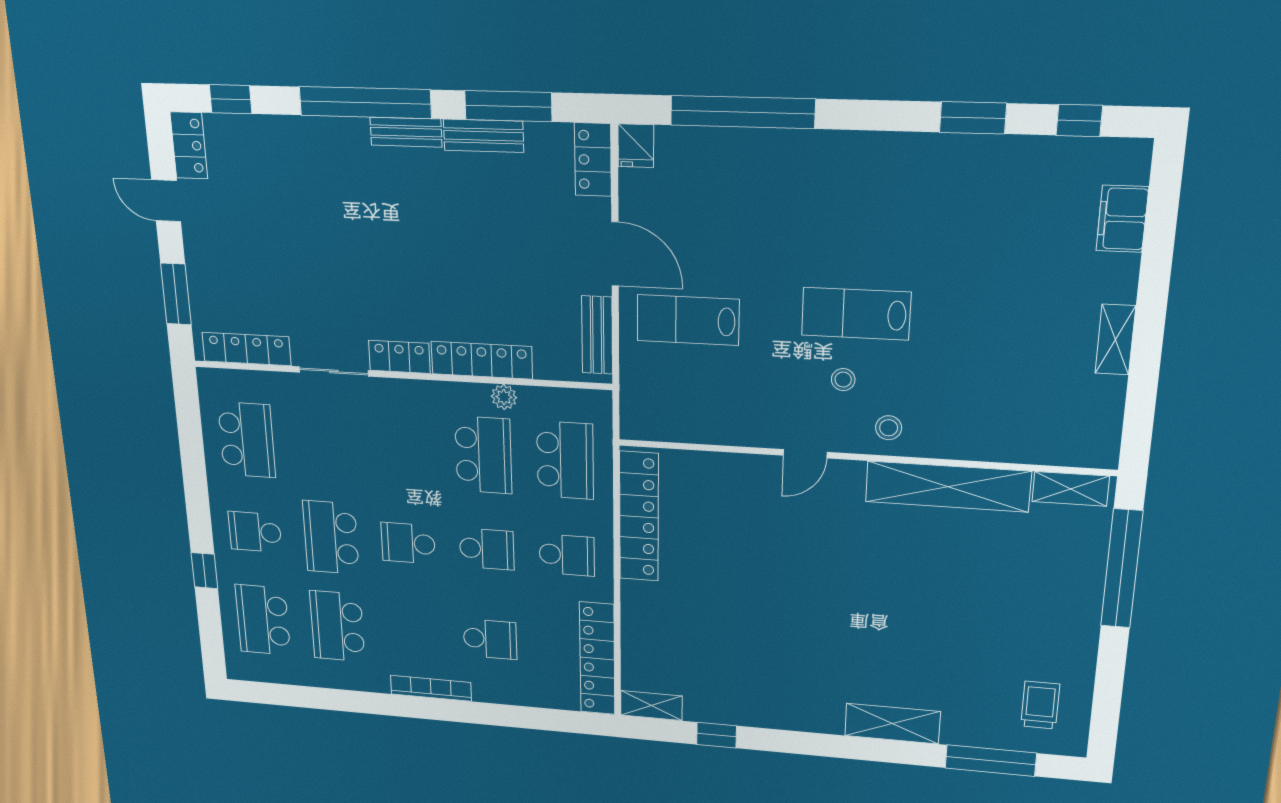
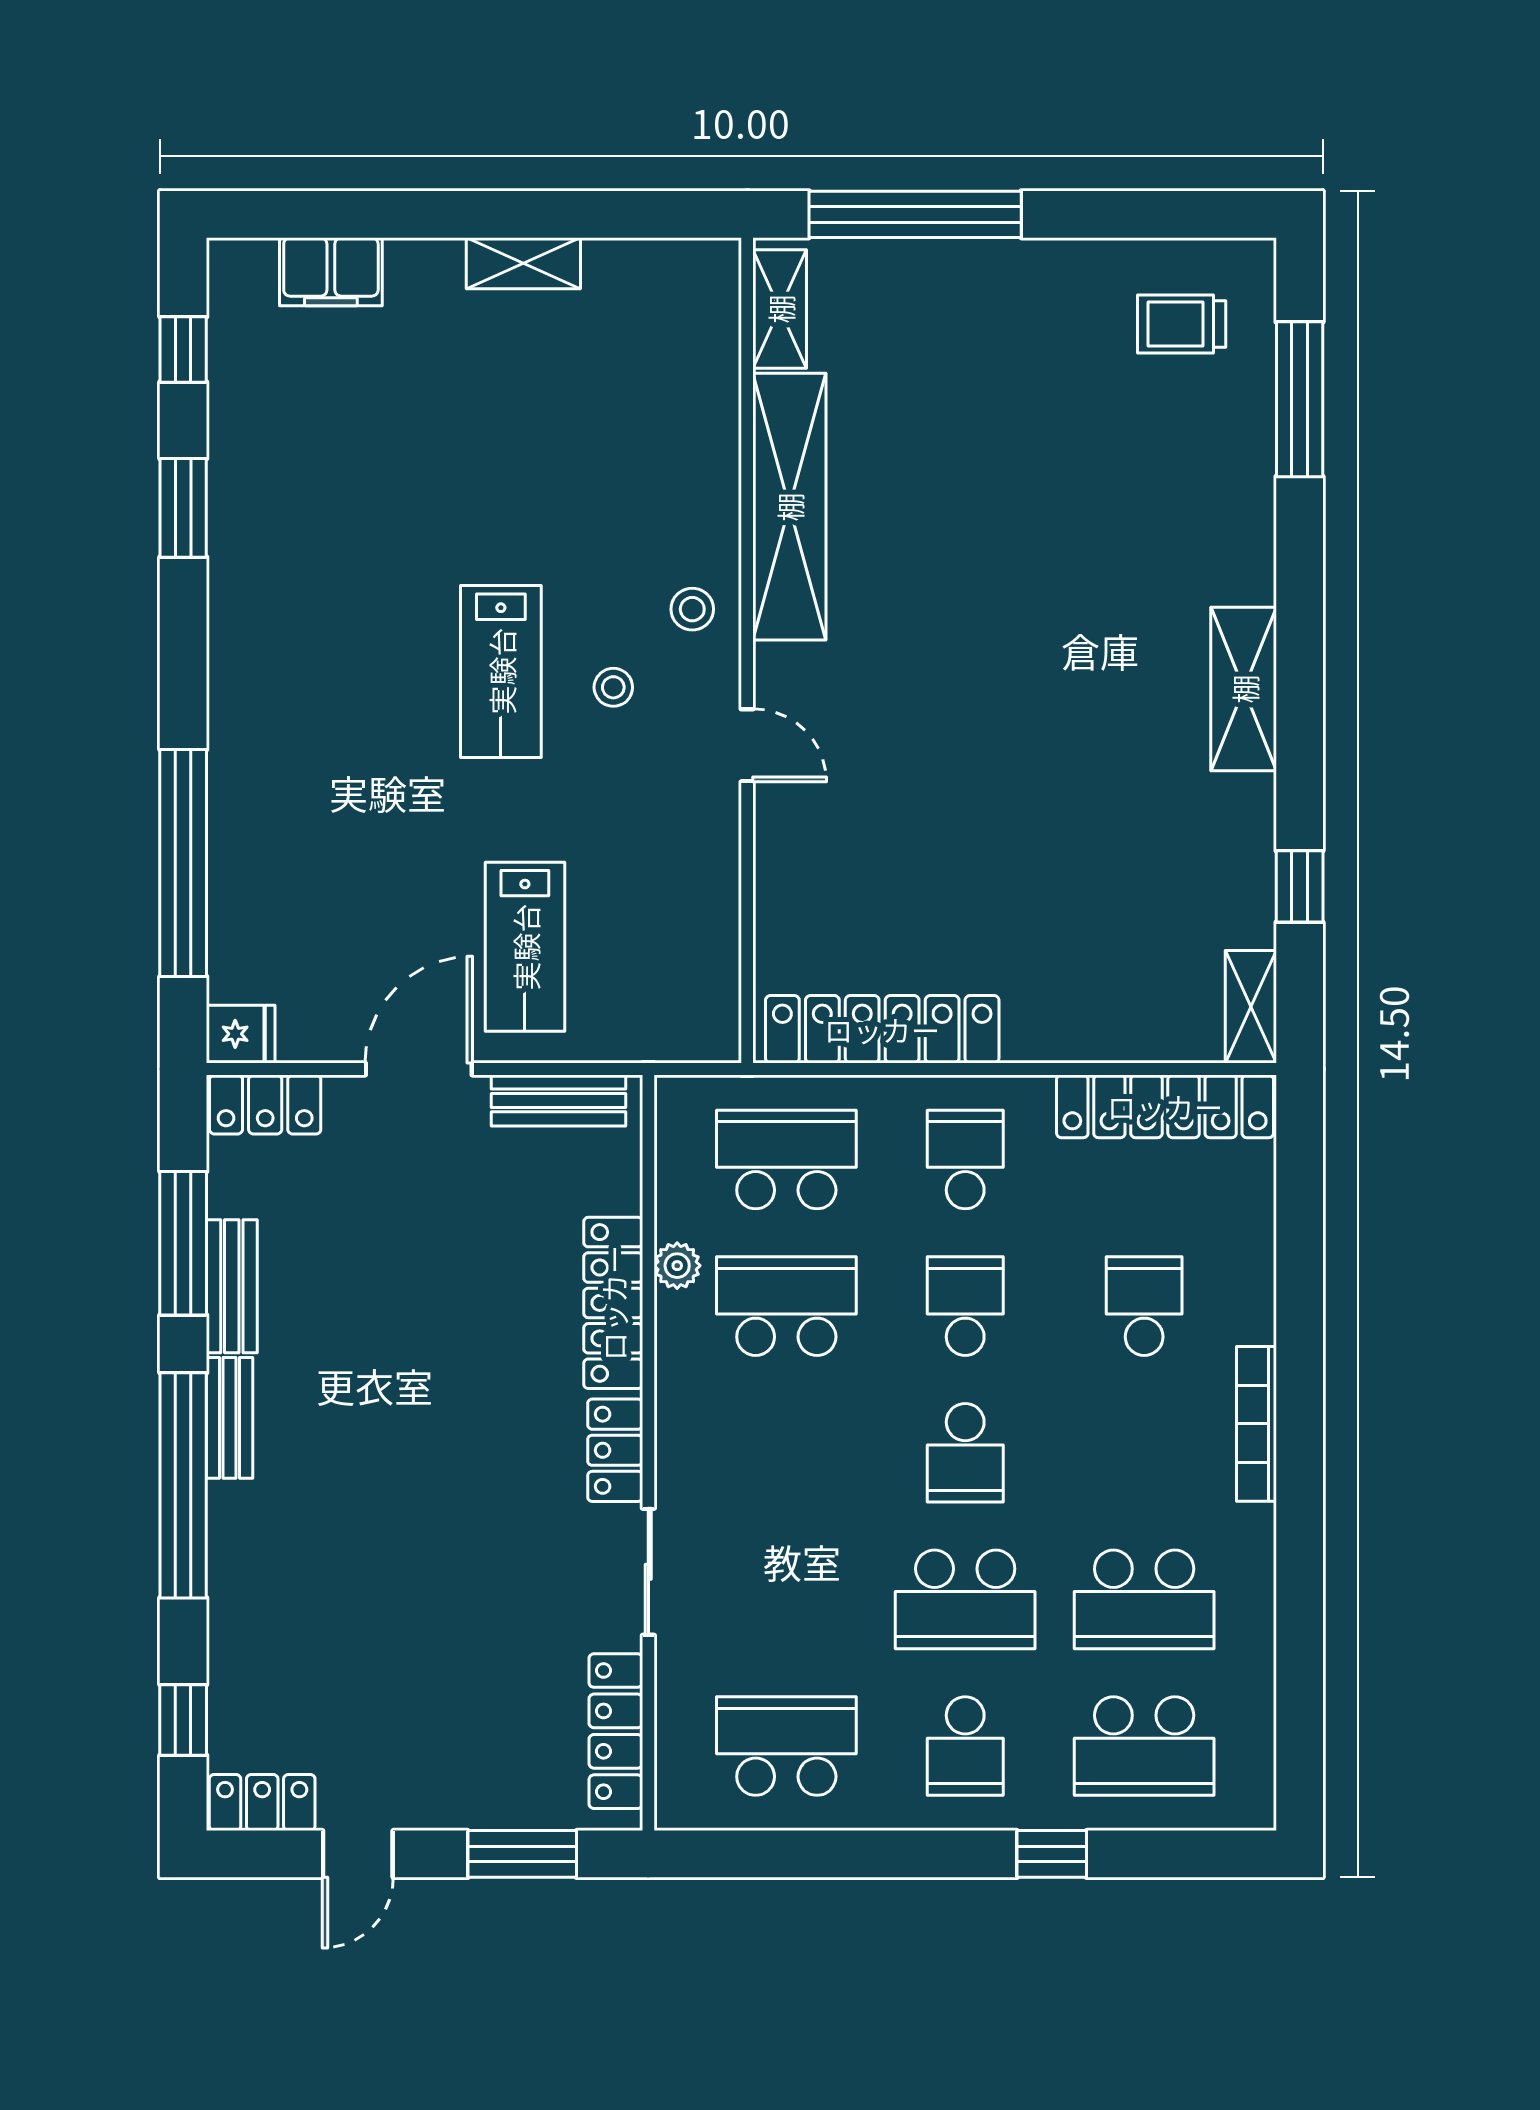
shelving: (892, 724) -> (1244, 689), moved

